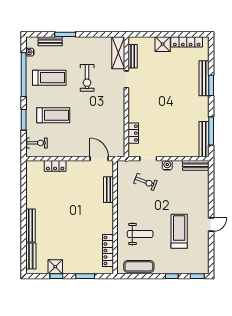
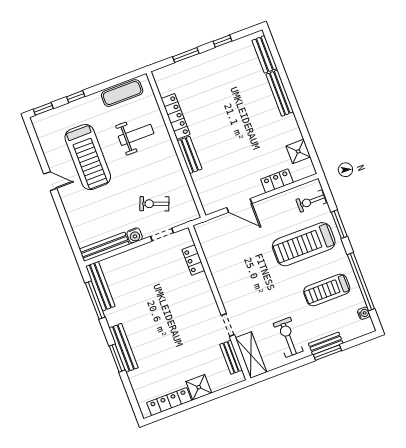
bench: (50, 41) -> (326, 343), moved
exercise bike: (87, 78) -> (288, 337), moved
bench: (204, 78) -> (124, 348), moved
treadmill: (53, 115) -> (304, 244), width x1.37, depth x1.38
door: (99, 159) -> (239, 205), moved
bench: (196, 165) -> (104, 247), width x1.36
bench: (109, 190) -> (190, 155), moved
door: (211, 225) -> (50, 181), swing flipped
treadmill: (179, 231) -> (88, 157), width x1.37, depth x1.38
weight bench: (140, 234) -> (136, 135), turned 180
locker: (108, 251) -> (176, 116), moved
shower: (55, 267) -> (298, 151), moved

